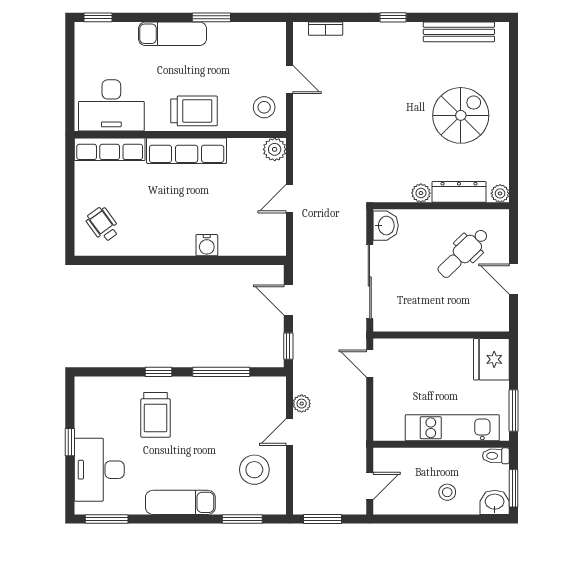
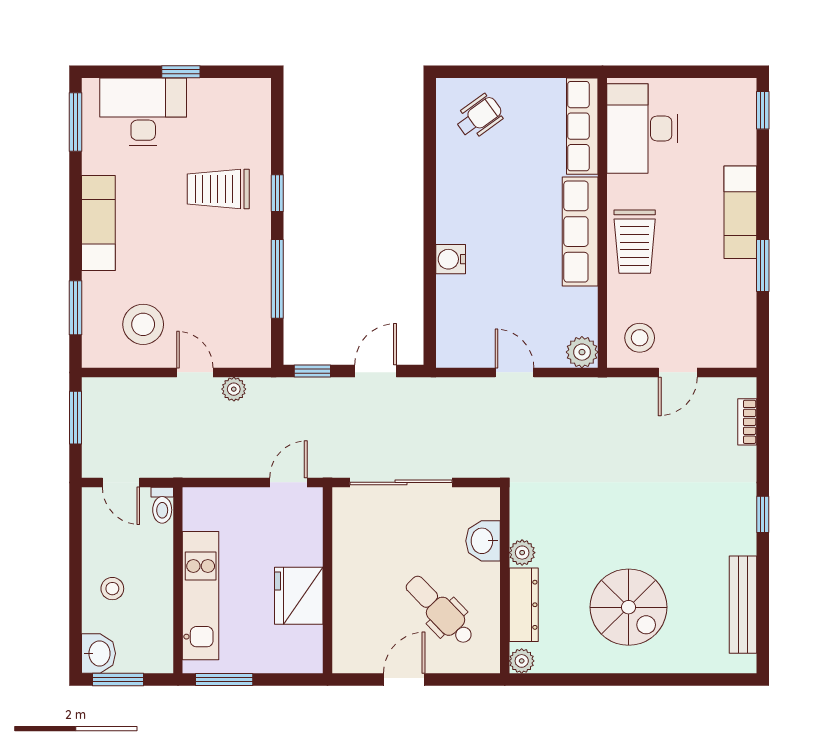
washbasin: (386, 226) -> (483, 541), moved, turned 90
fridge: (491, 359) -> (299, 596), moved, turned -90
toilet: (496, 456) -> (162, 505), moved, turned 180

